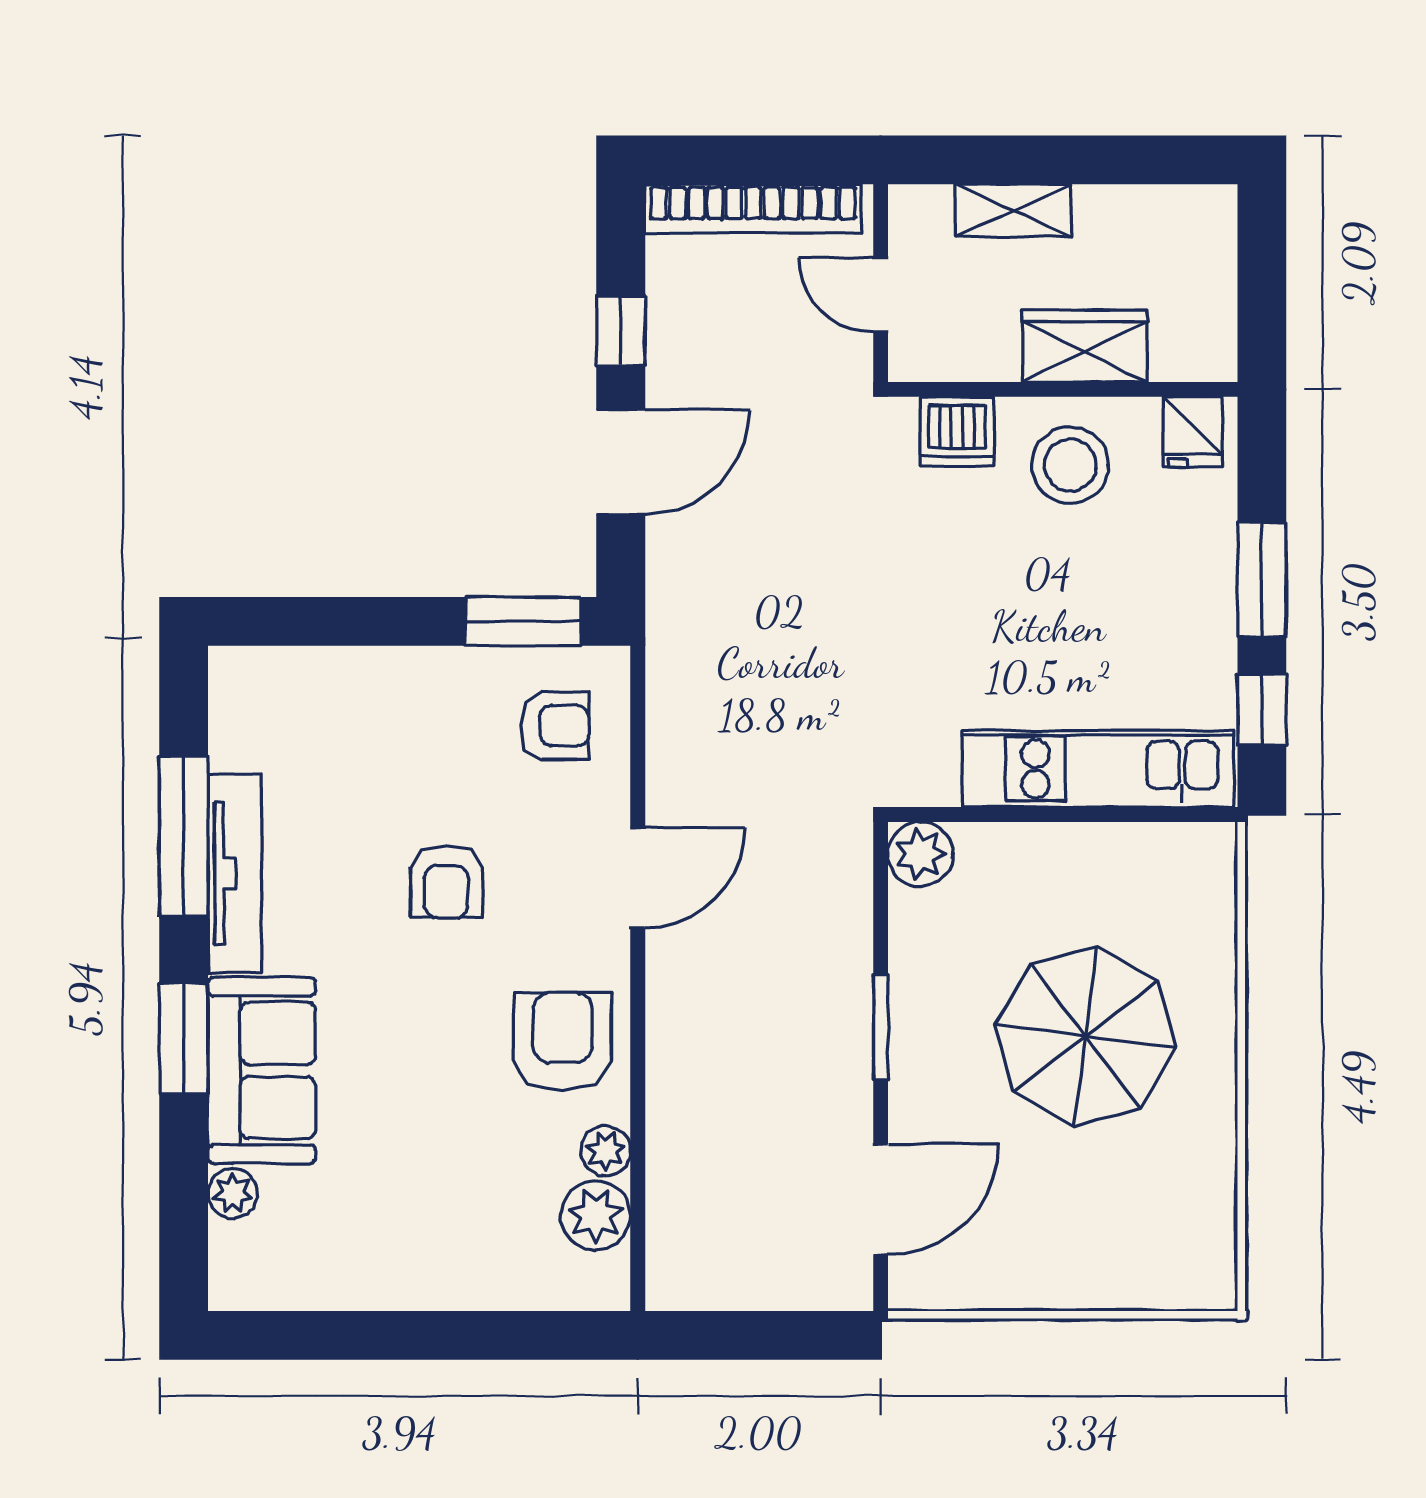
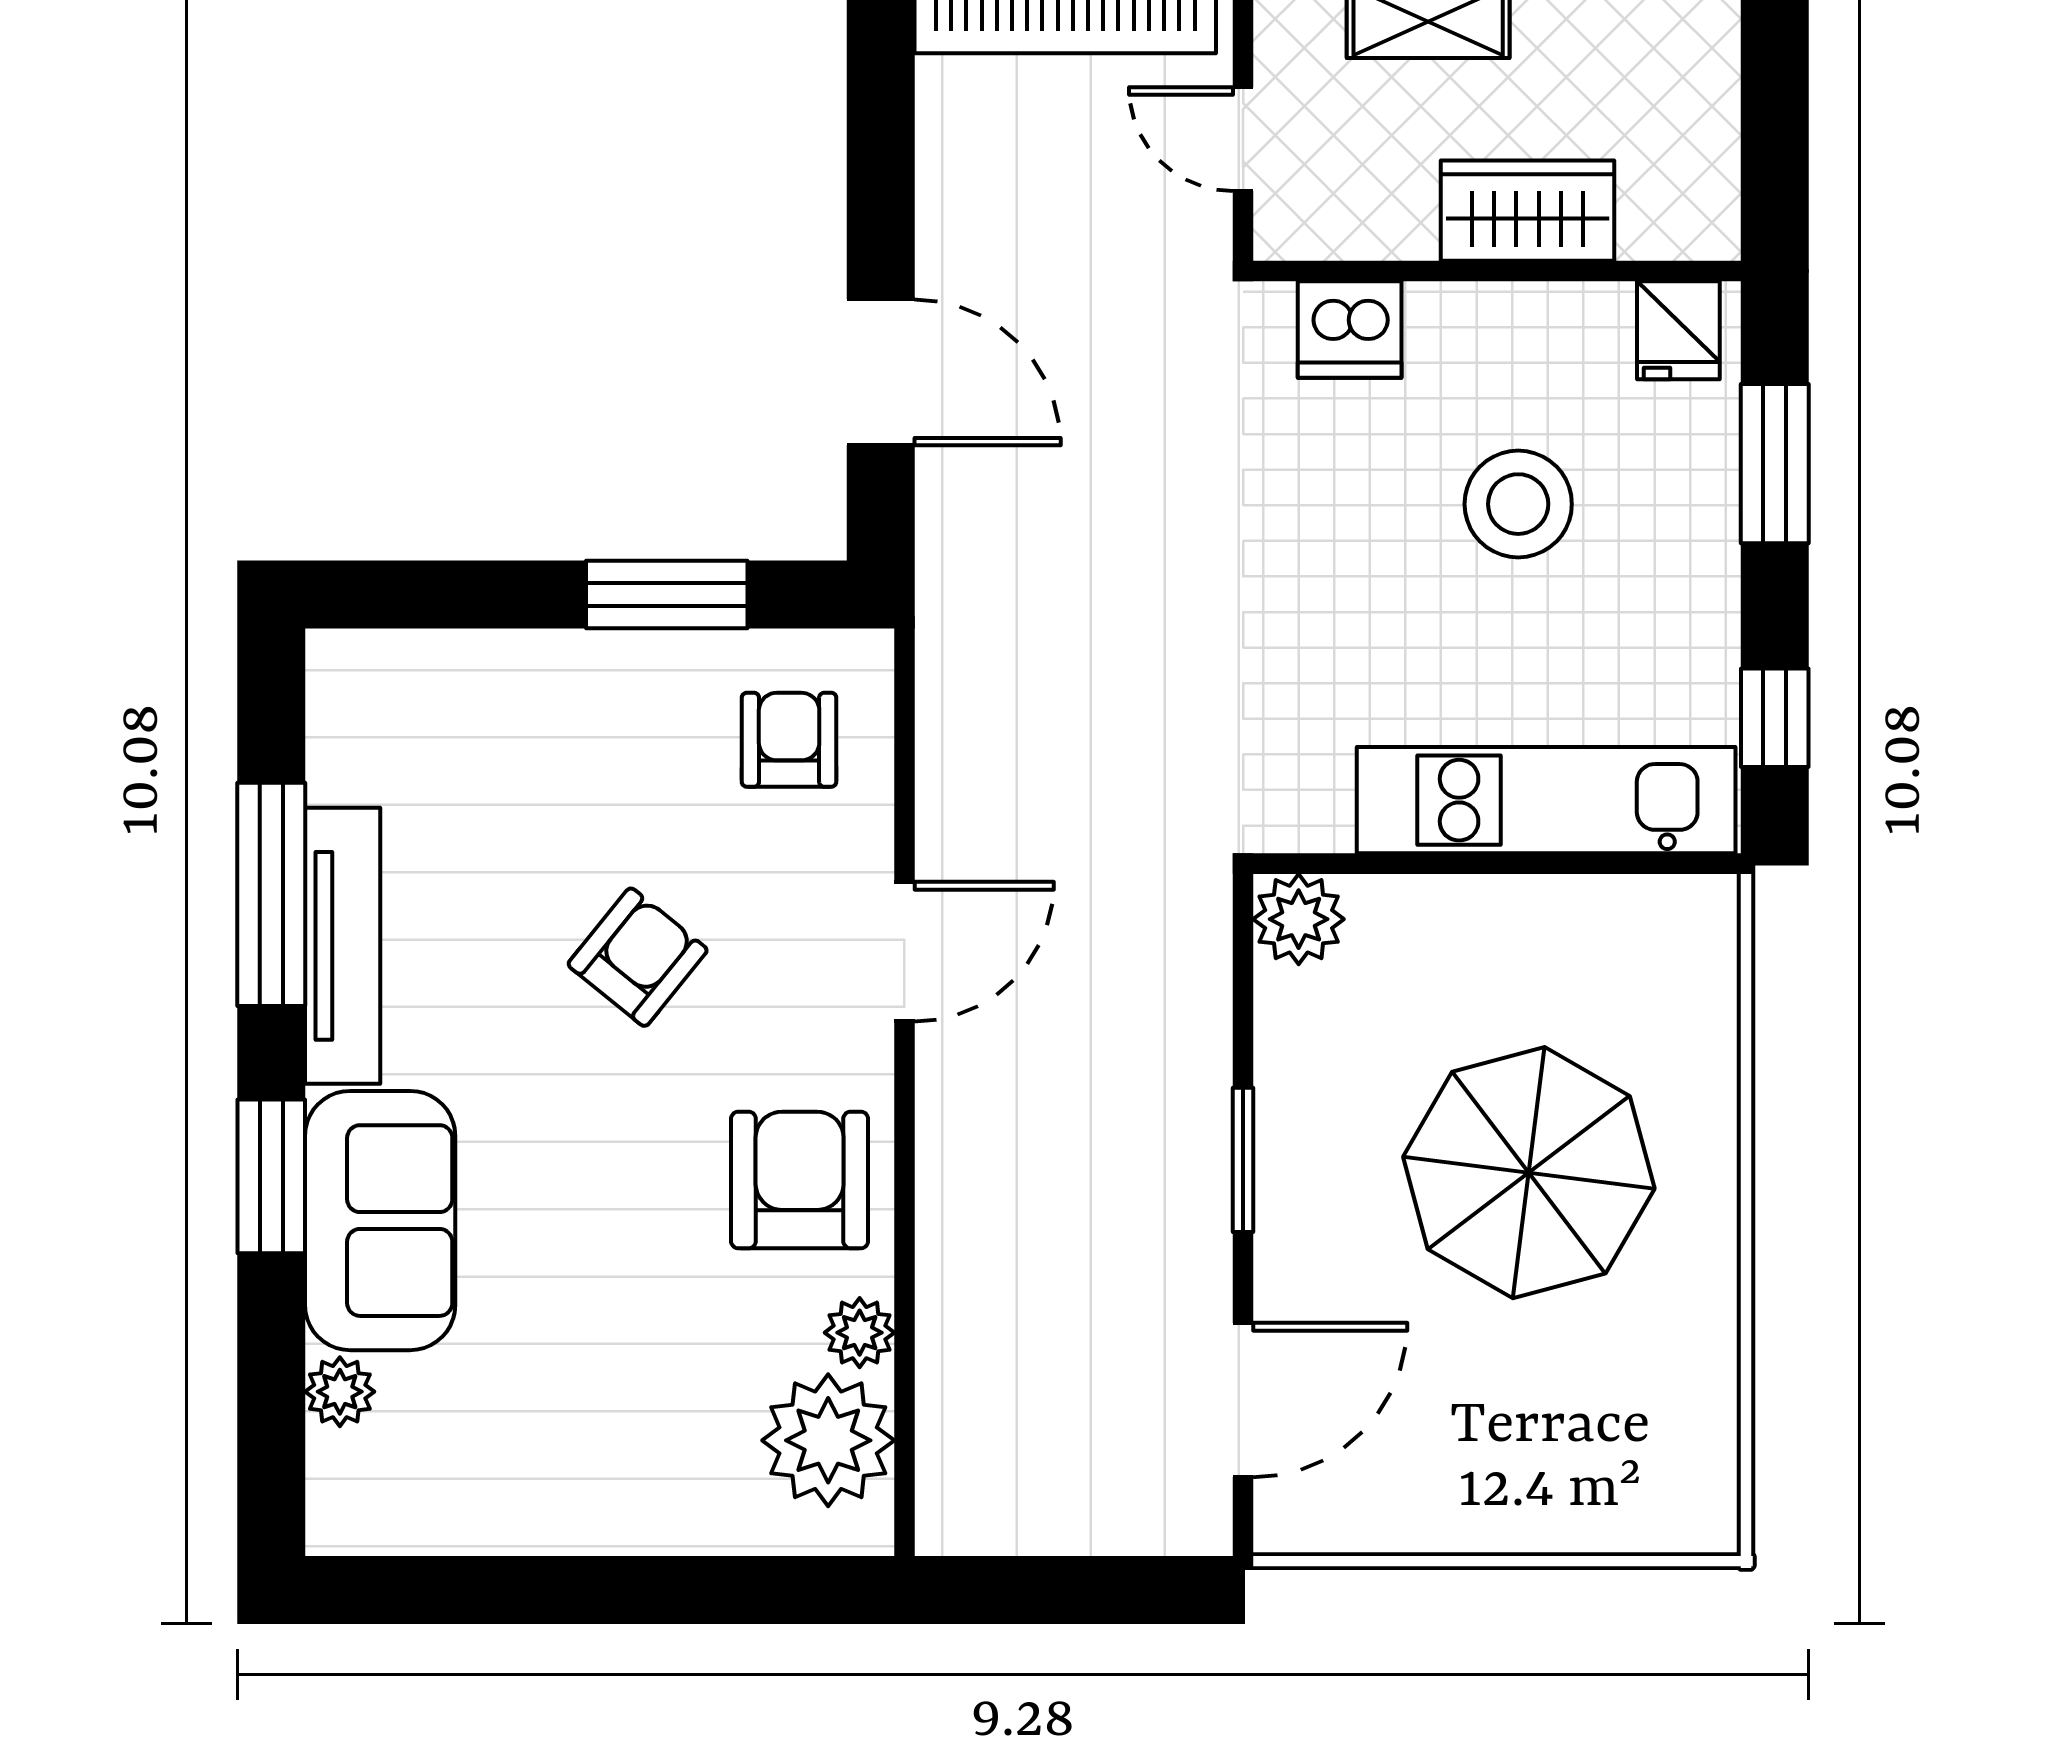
window: (621, 331) -> (881, 190), removed
door: (621, 462) -> (881, 372), hinge flipped
stool: (1070, 465) -> (1518, 504), moved
window: (1262, 580) -> (1775, 464), moved
window: (523, 621) -> (667, 594), moved
armchair: (555, 726) -> (789, 740), turned -90
armchair: (446, 882) -> (638, 957), turned -141
plant: (596, 1215) -> (828, 1440), width x1.36, depth x1.36

